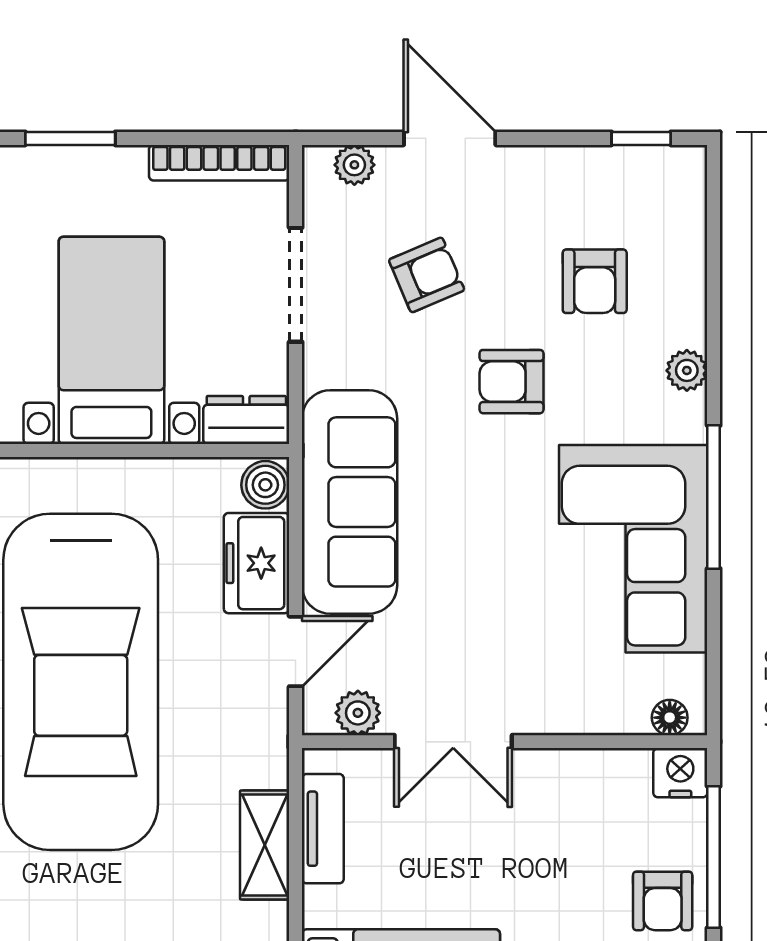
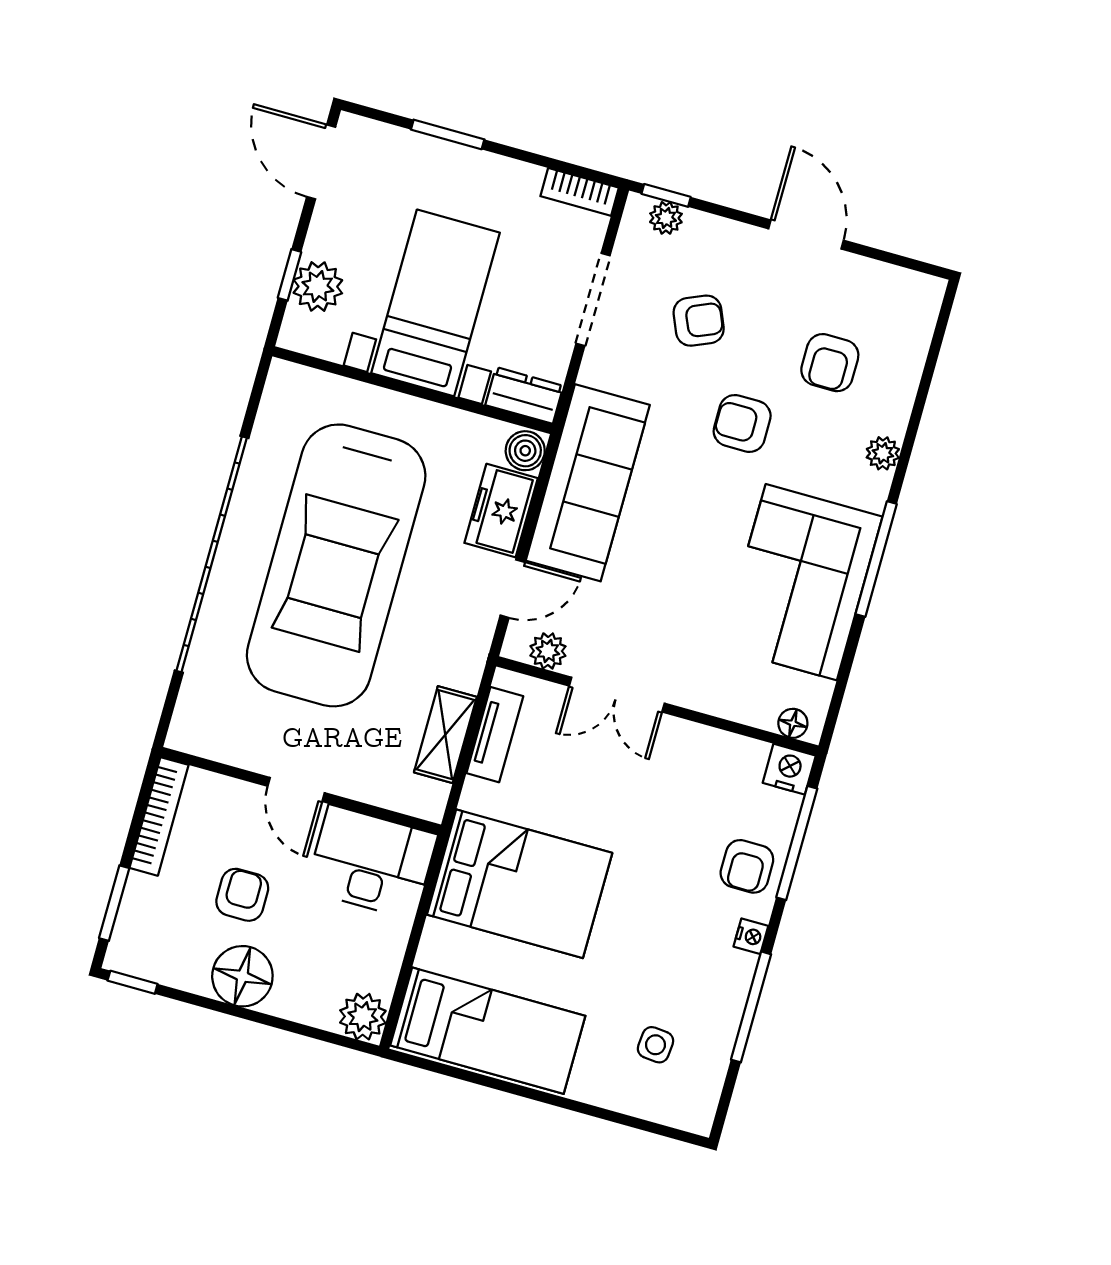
door: (450, 138) -> (806, 235), moved
window: (641, 138) -> (666, 195), moved
bookcase: (219, 163) -> (580, 192), width x0.64

